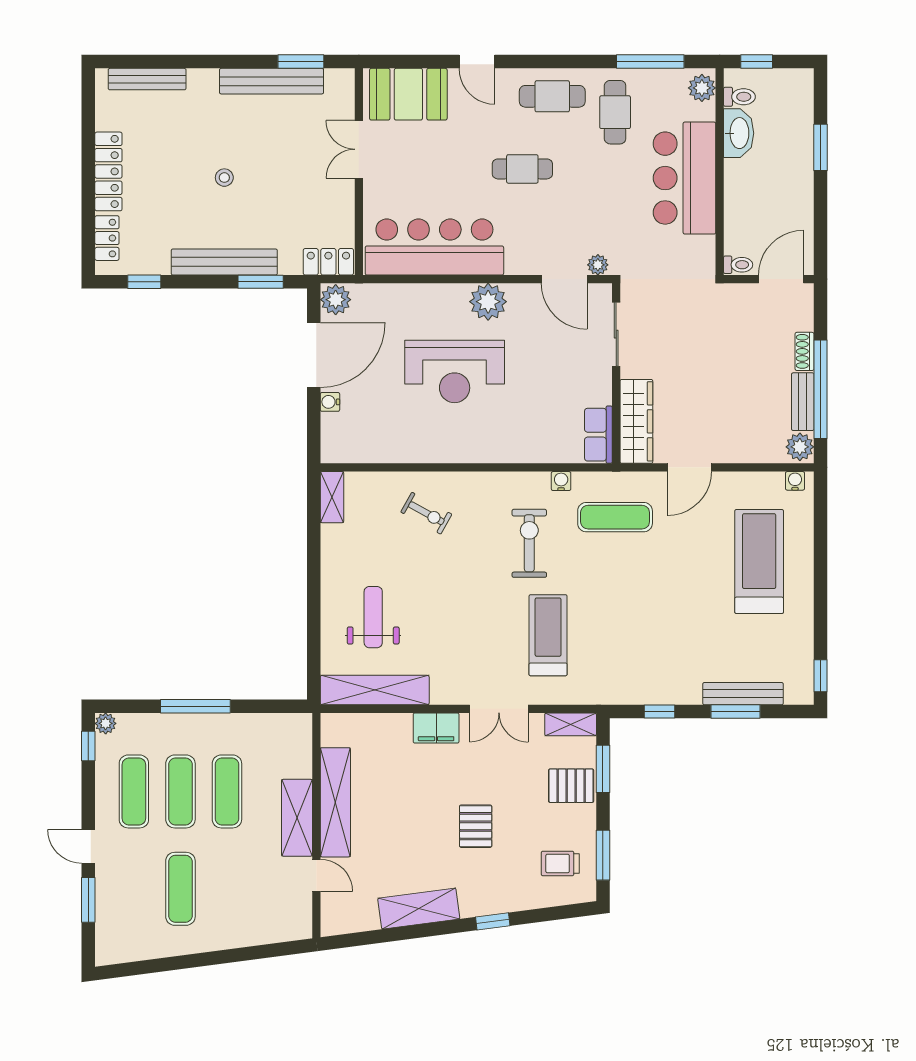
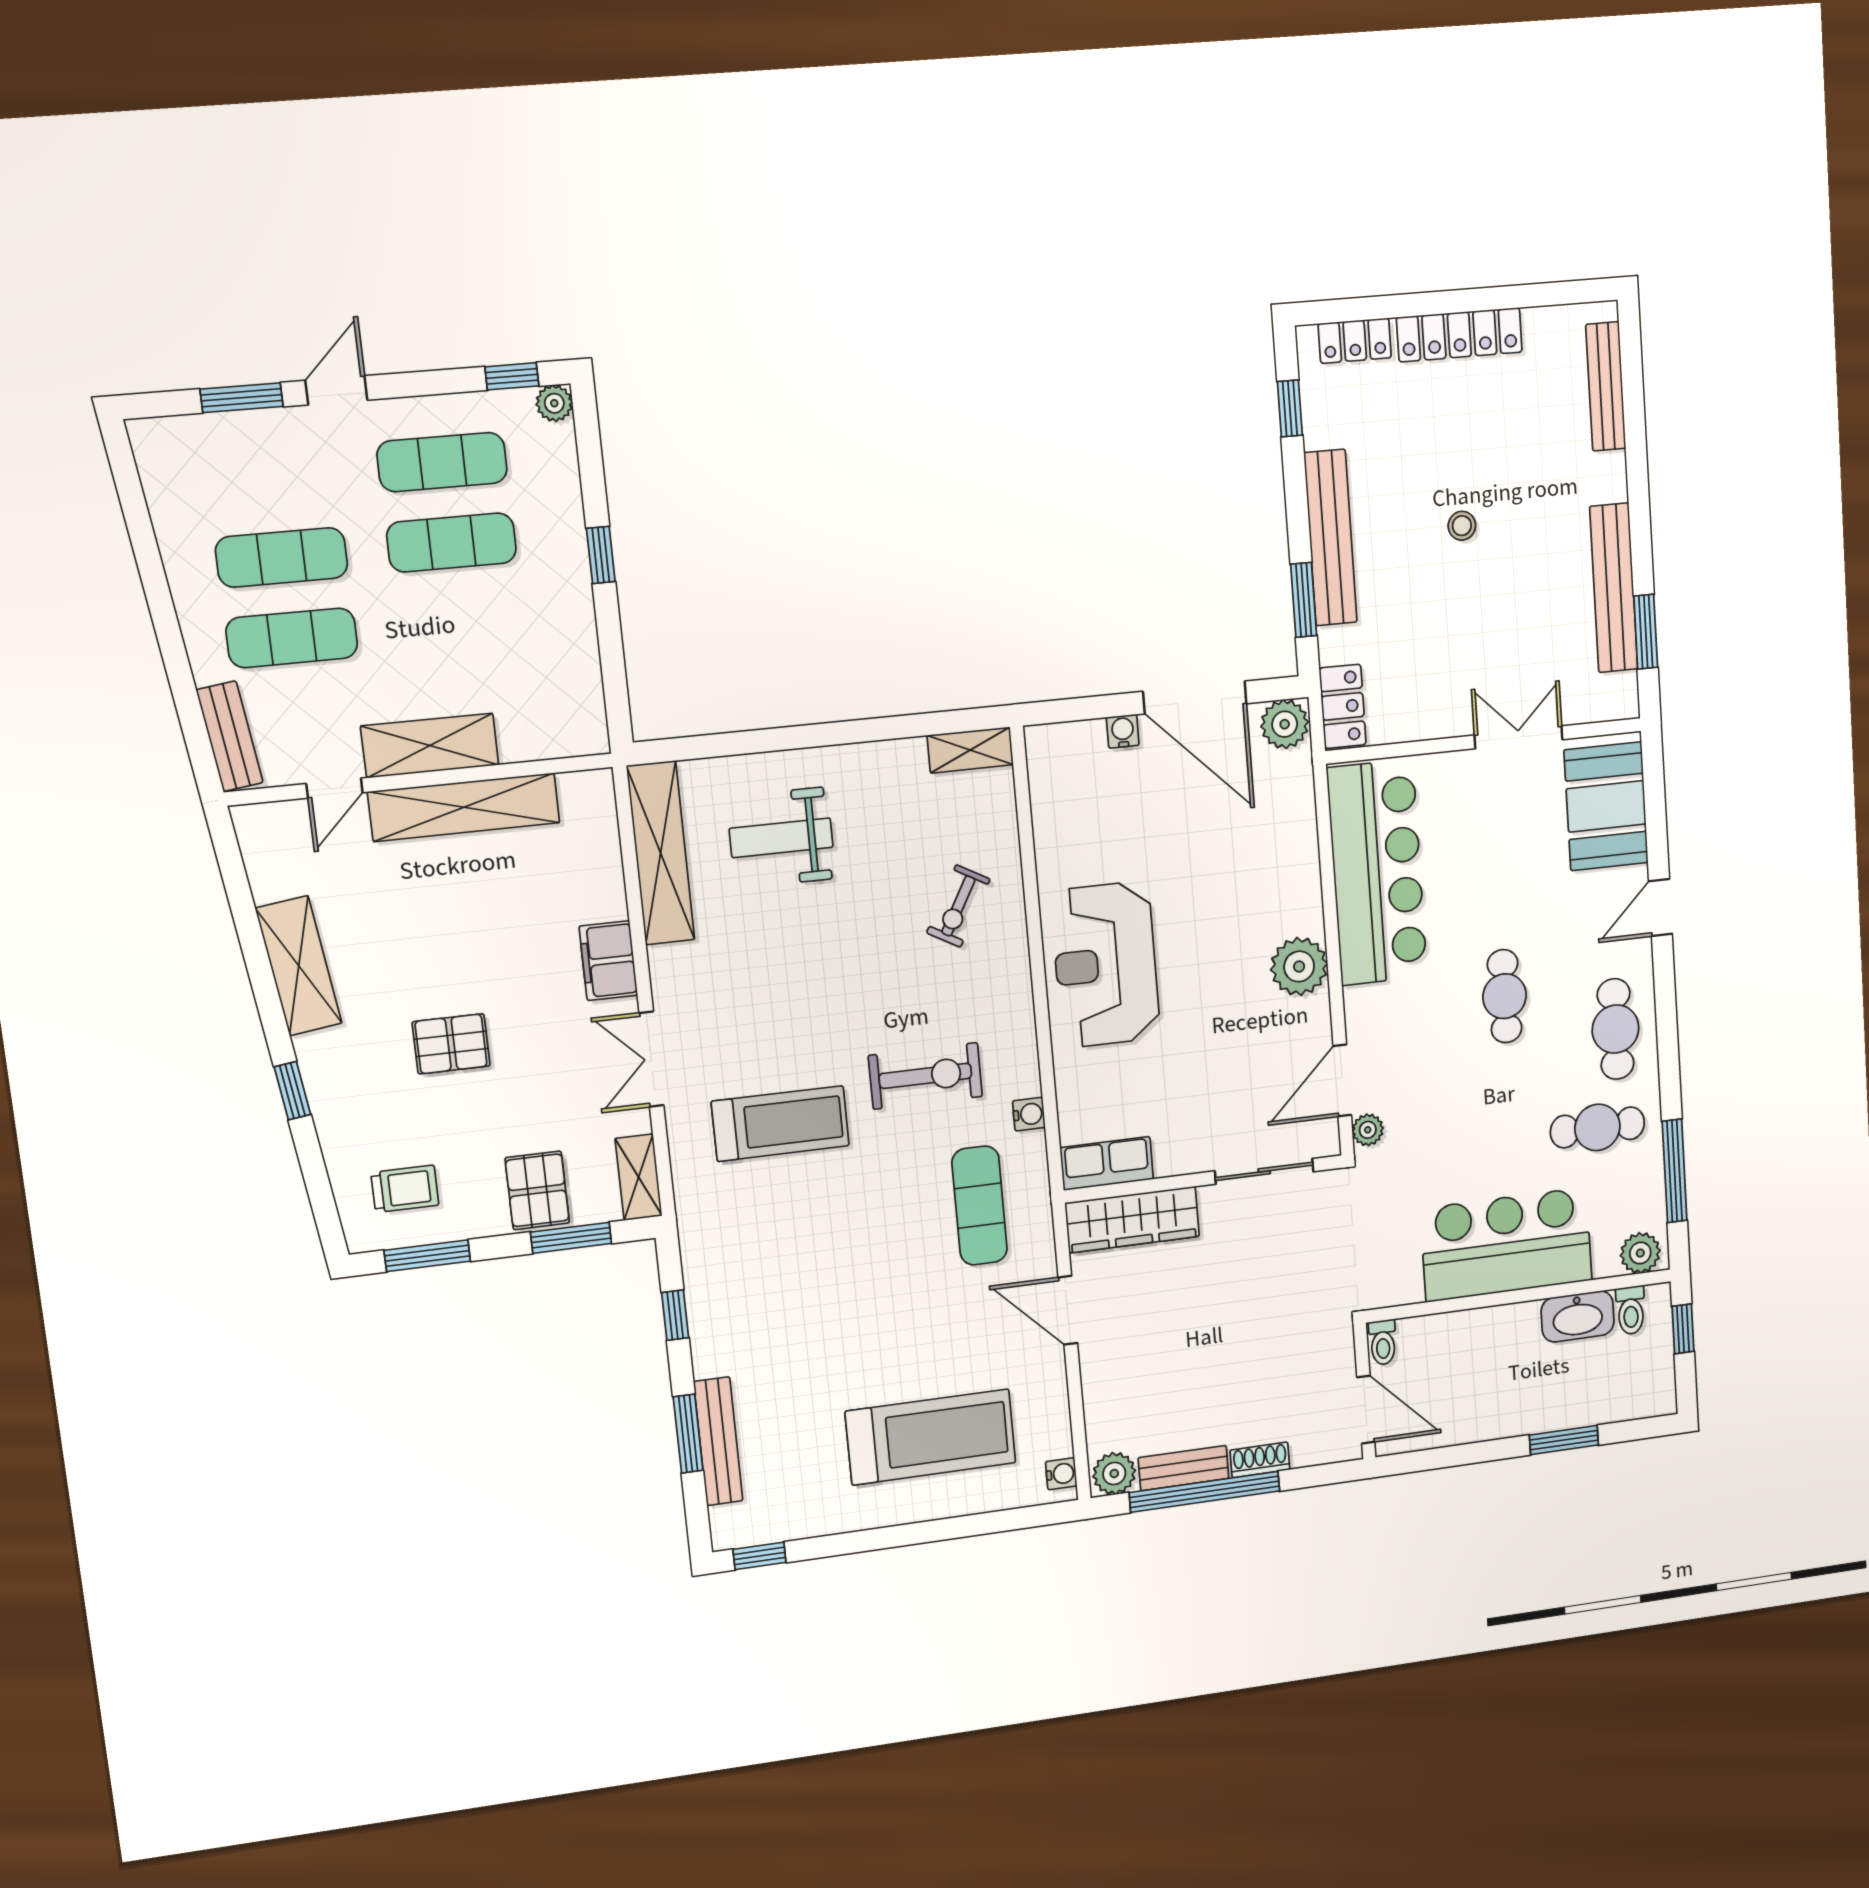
reception desk: (455, 372) -> (1105, 965), moved
weight bench: (373, 617) -> (781, 838), turned 180
window: (195, 706) -> (601, 555), width x0.46
exercise mat: (227, 791) -> (292, 638), moved
trolley: (560, 863) -> (405, 1189), turned 90
bench: (280, 931) -> (230, 736), added

